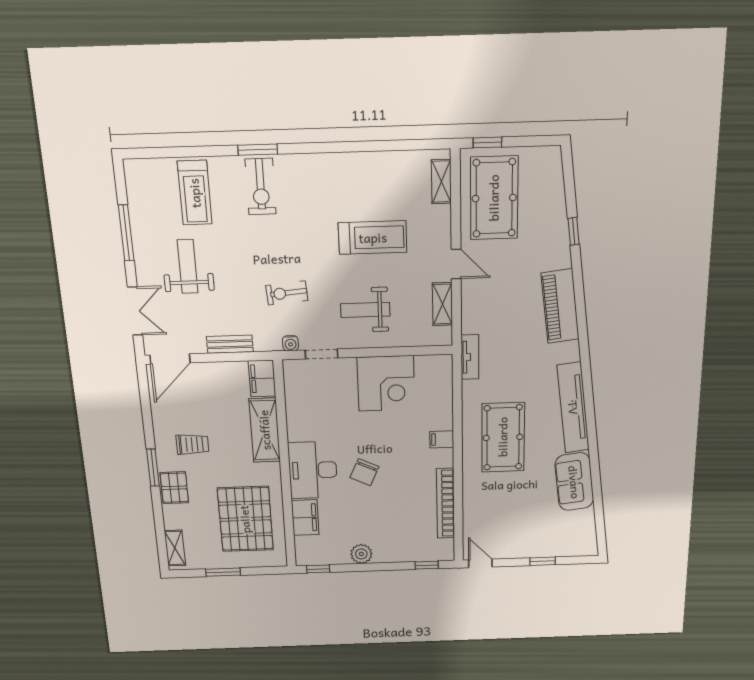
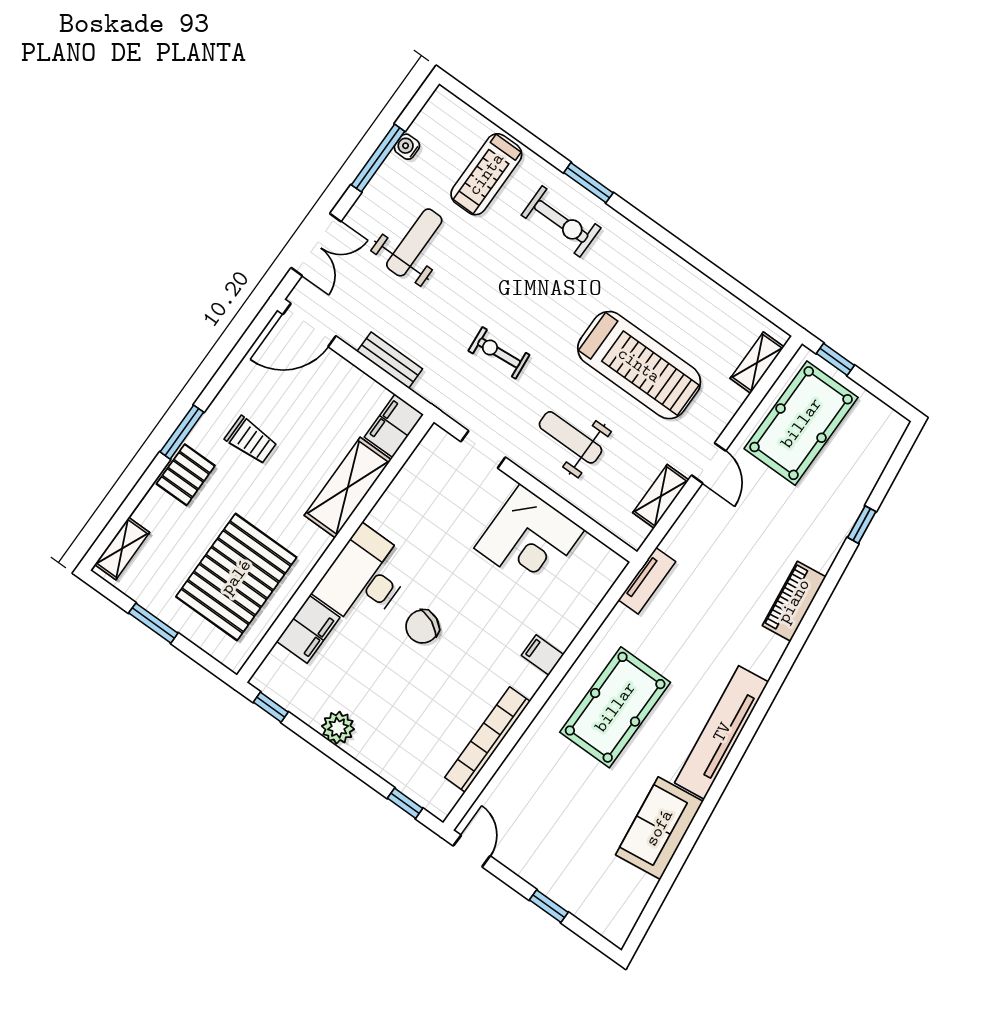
exercise bike: (261, 187) -> (561, 221), turned -90
treadmill: (373, 238) -> (639, 365), width x1.37, depth x1.38
piano: (560, 306) -> (794, 601), width x0.73, depth x0.75
water cooler: (290, 343) -> (407, 147), moved, turned 90

